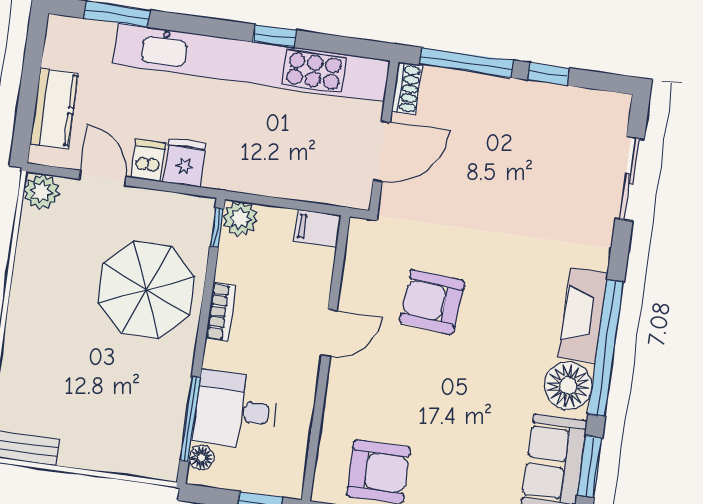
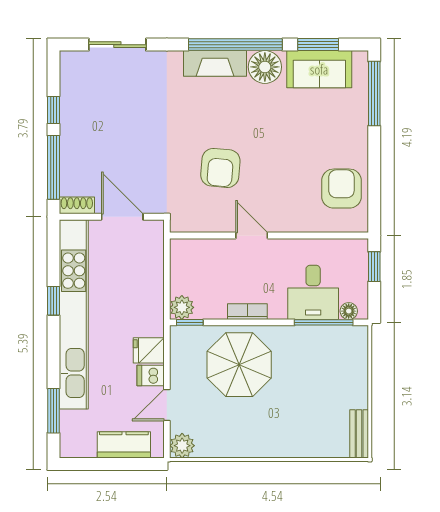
filing cabinet: (317, 228) -> (181, 253), removed

